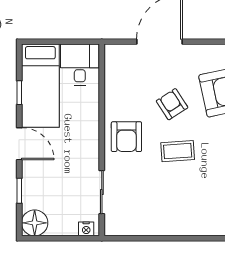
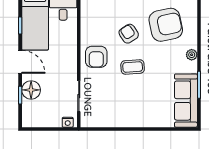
floor lamp: (35, 223) -> (31, 90), moved

